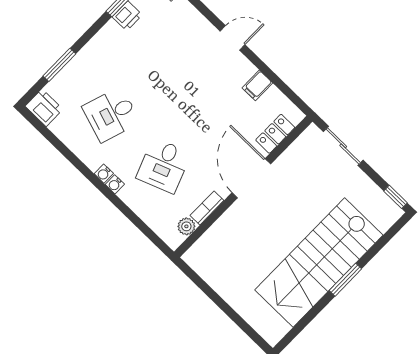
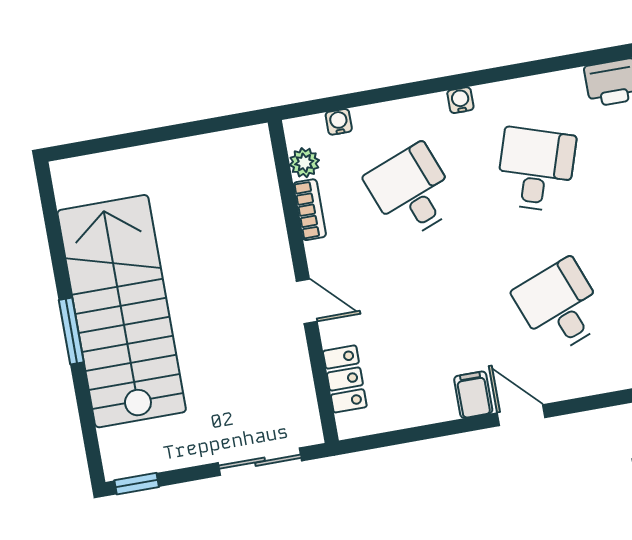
door: (233, 38) -> (521, 415), swing flipped
desk: (168, 56) -> (560, 306), added
filing cabinet: (257, 85) -> (473, 395), moved
door: (251, 178) -> (307, 301), width x0.53
water cooler: (115, 184) -> (339, 122), moved

